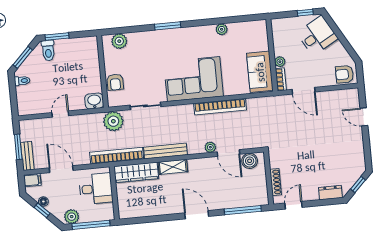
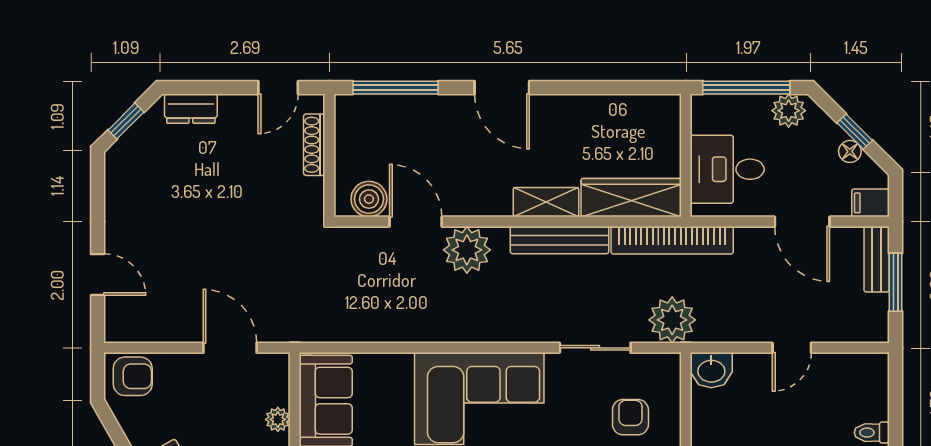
bookcase: (281, 79) -> (280, 379), removed
armchair: (115, 82) -> (630, 417), moved
bookcase: (220, 107) -> (425, 329), removed
plant: (210, 147) -> (467, 250), width x1.88, depth x1.88

